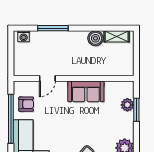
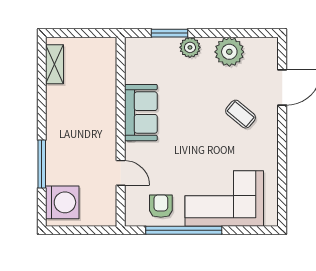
washing machine: (24, 36) -> (62, 202), width x1.89, depth x1.89
boiler: (95, 38) -> (58, 97), removed
plant: (127, 105) -> (190, 47), moved

